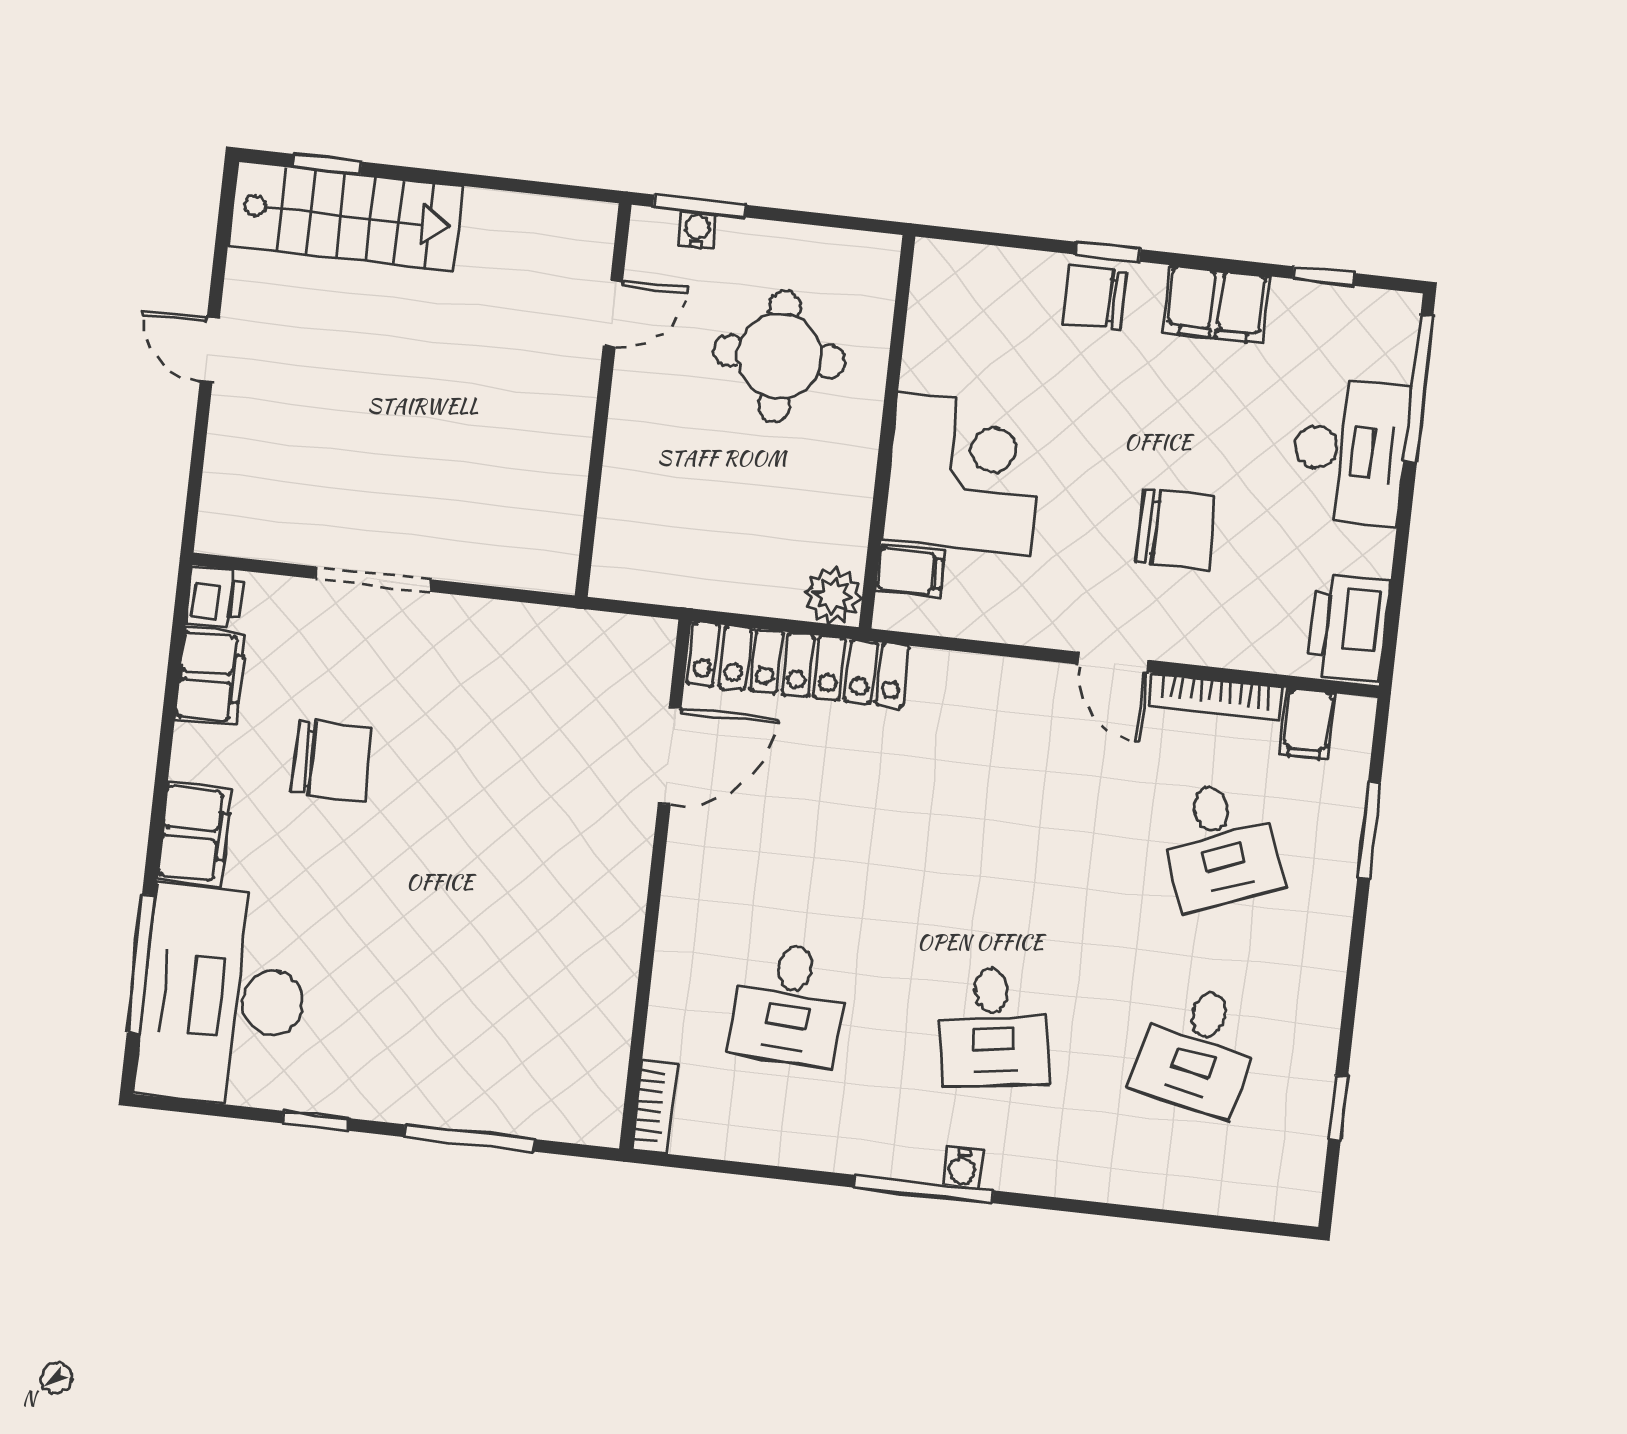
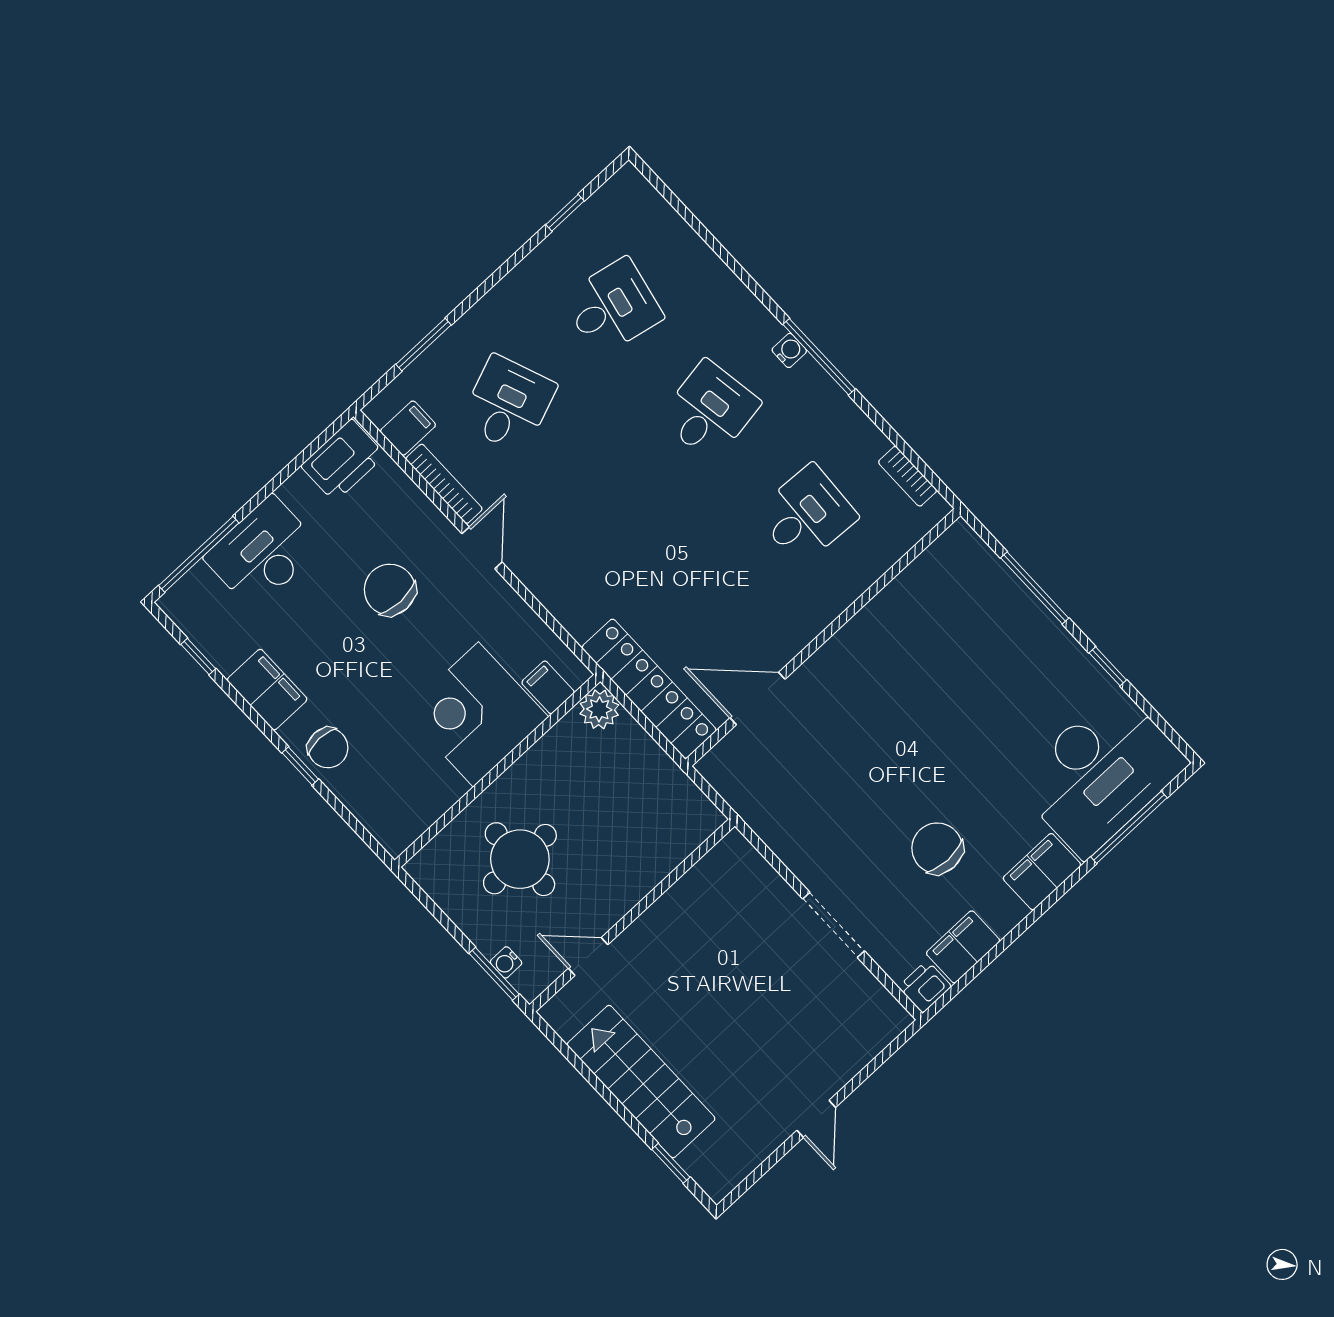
stairs: (345, 216) -> (641, 1082), moved
bookcase: (655, 1106) -> (908, 476), moved, turned -90

